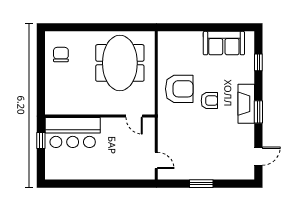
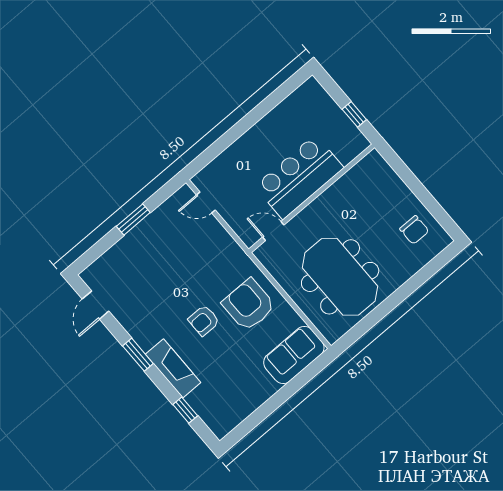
sofa: (224, 43) -> (294, 355), moved
armchair: (179, 89) -> (249, 305), turned 90
fireplace: (246, 104) -> (173, 368), moved
bar counter: (73, 133) -> (299, 177), moved

